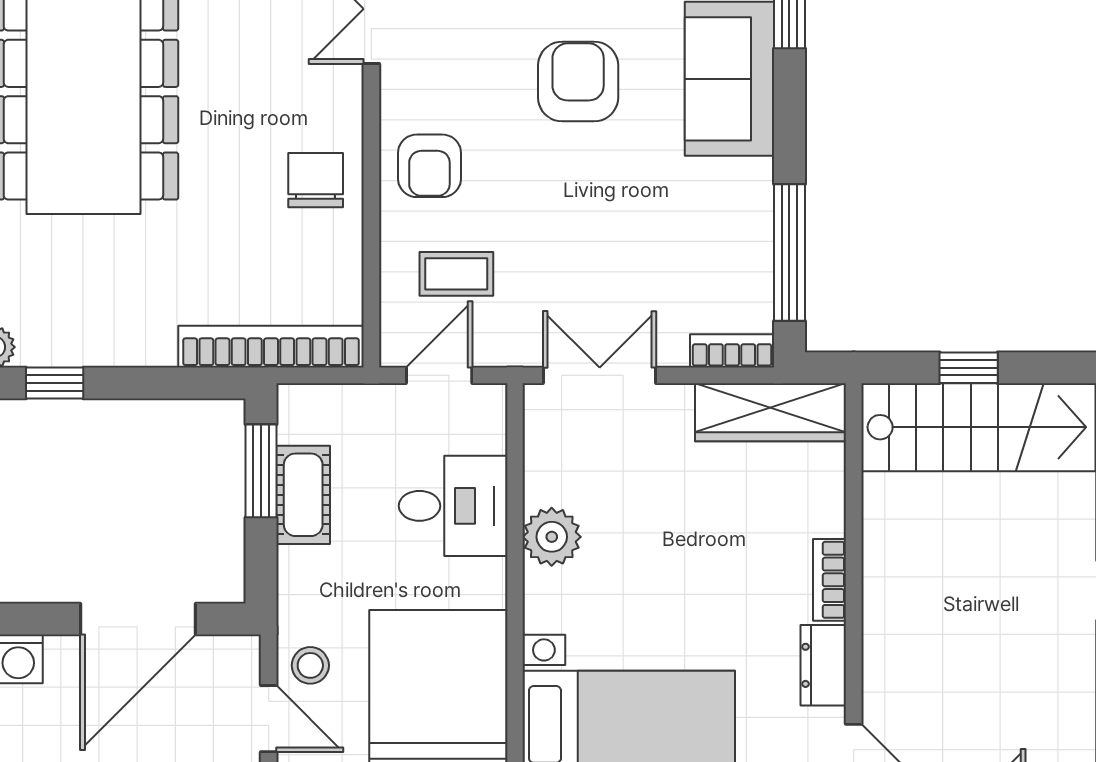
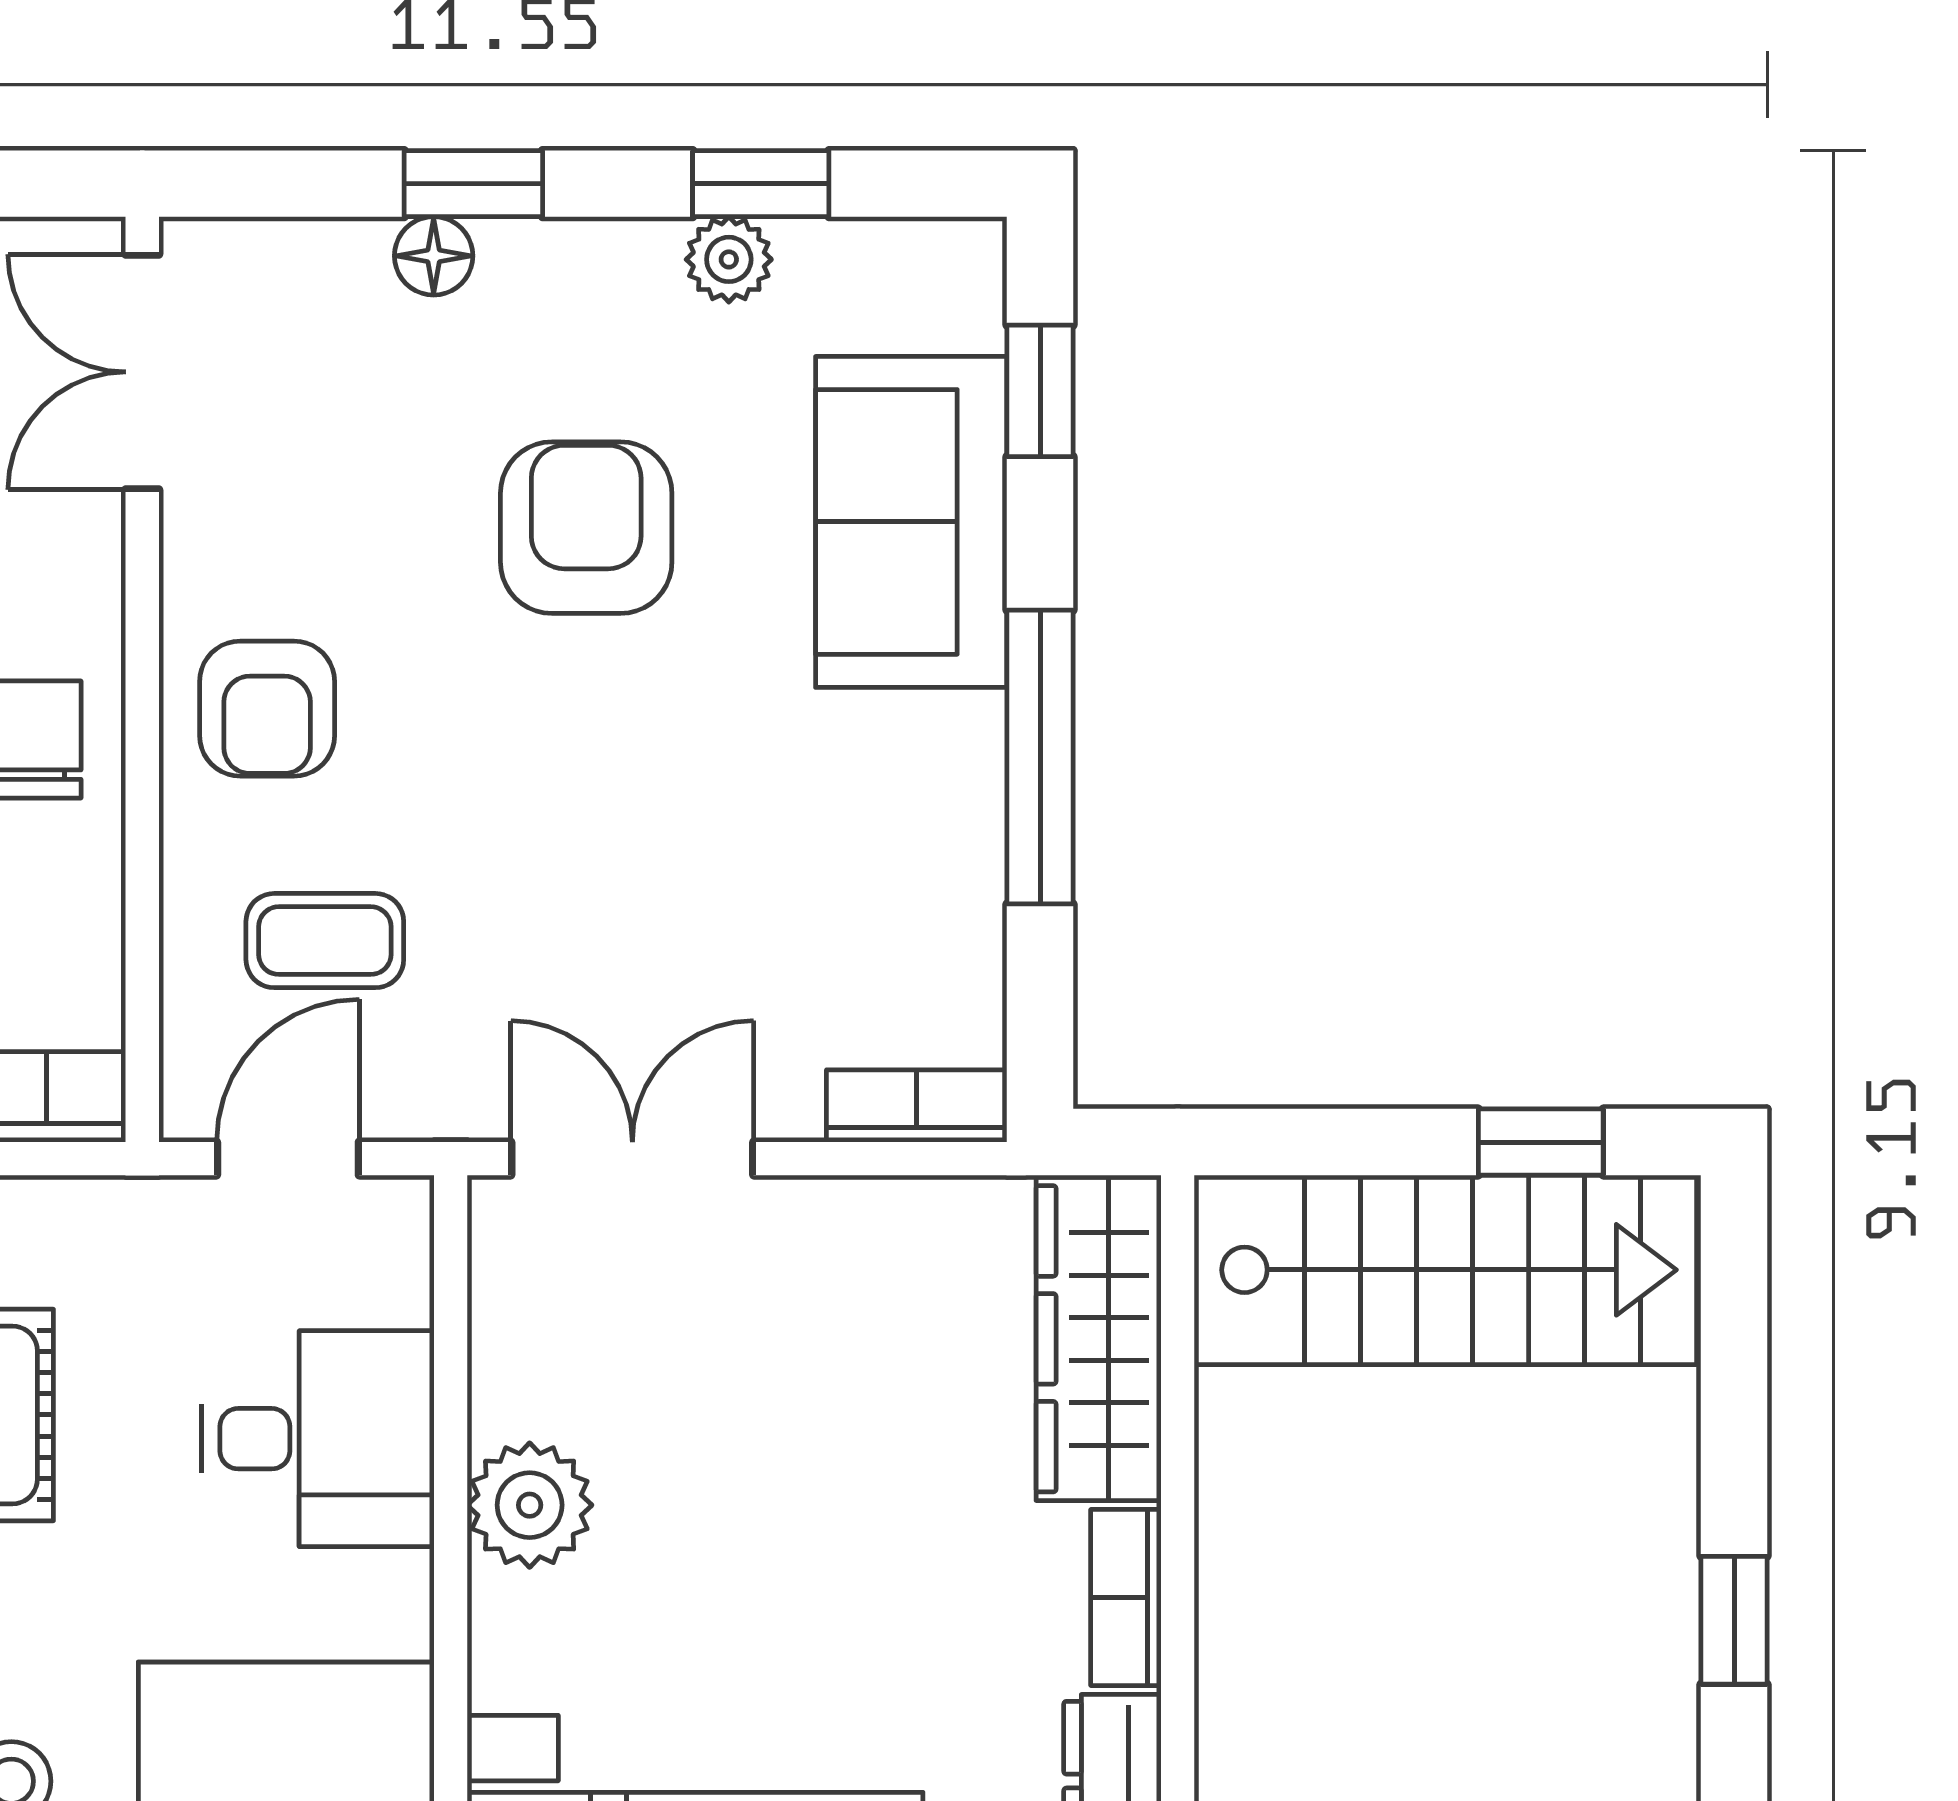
window: (789, 253) -> (1040, 757), moved
window: (969, 368) -> (1541, 1142), moved
wardrobe: (771, 412) -> (1099, 1339), moved, turned 90

